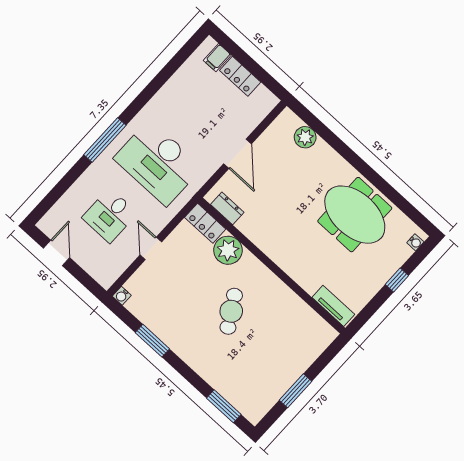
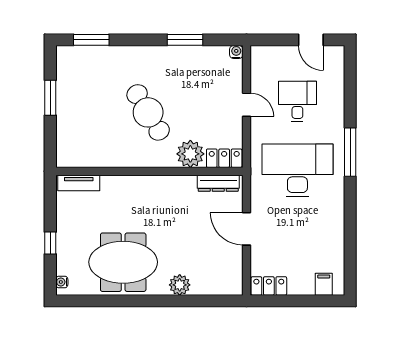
locker: (240, 76) -> (269, 286), moved
plant: (305, 137) -> (180, 285), moved
dresser: (227, 208) -> (218, 183), width x1.44
cafe table: (231, 311) -> (148, 112), width x1.37, depth x1.35

